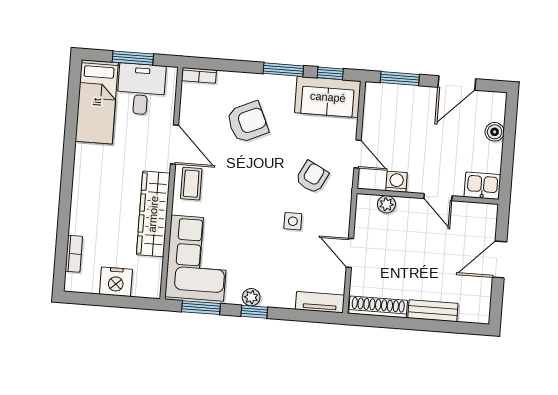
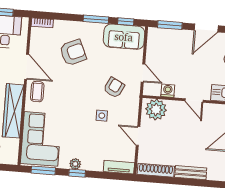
plant: (386, 204) -> (156, 110), width x1.87, depth x1.87

